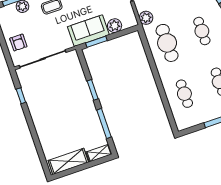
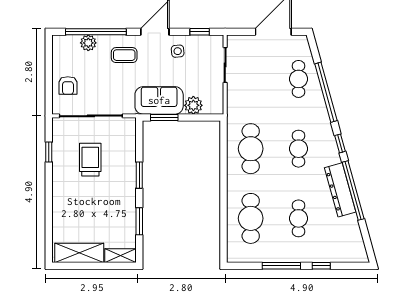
plant: (146, 18) -> (235, 109), removed
trolley: (53, 91) -> (90, 160), added
cafe table: (184, 94) -> (251, 218), width x1.37, depth x1.35
window: (104, 123) -> (139, 221), width x0.69

